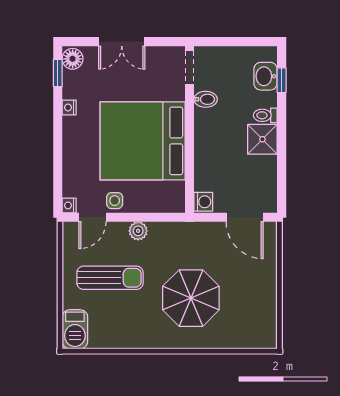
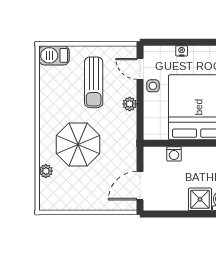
washing machine: (203, 202) -> (174, 154), moved
nightstand: (69, 205) -> (182, 51), moved
plant: (226, 340) -> (46, 171), added

